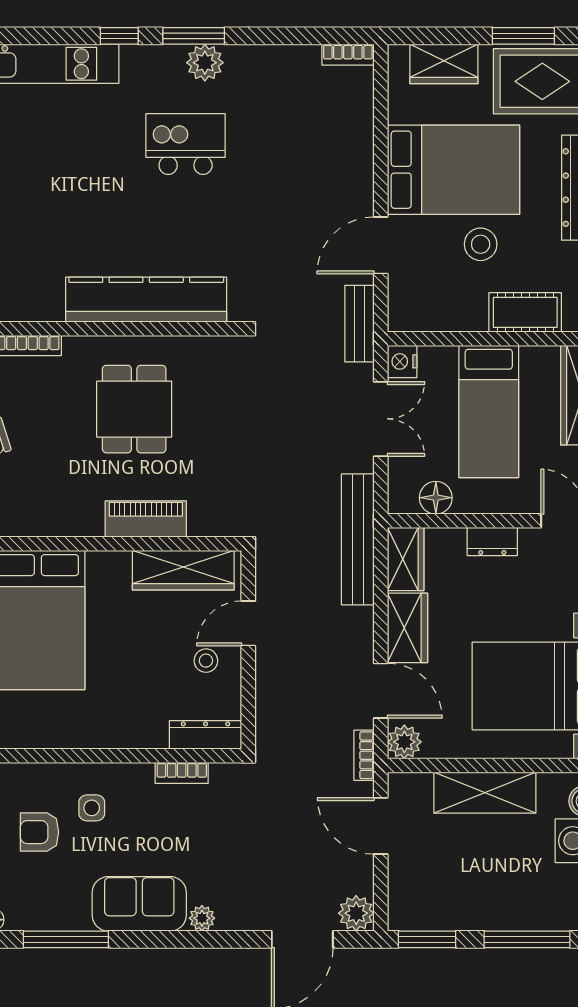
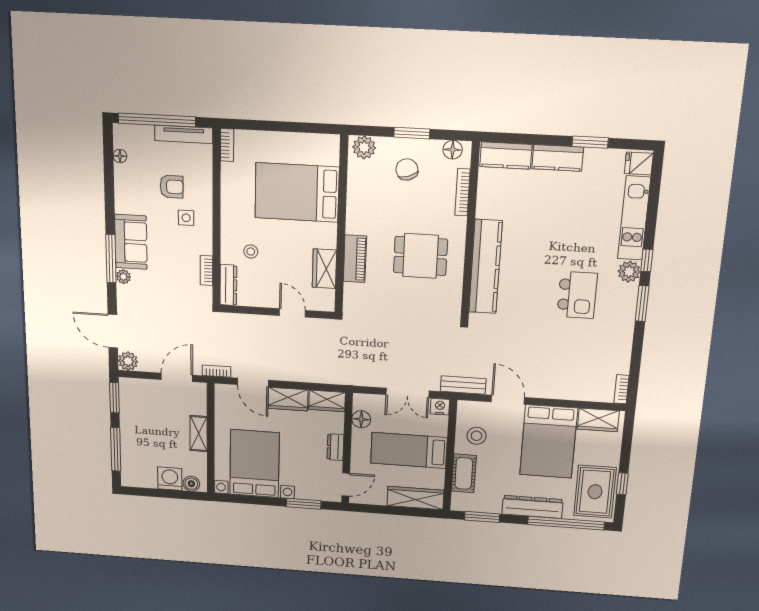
window: (523, 36) -> (622, 484), width x0.67
plant: (205, 63) -> (629, 272), moved
wardrobe: (444, 64) -> (598, 420), moved, turned -90
stool: (481, 244) -> (476, 436), moved
bench: (358, 539) -> (339, 376), removed
wardrobe: (183, 570) -> (324, 269), width x0.67
stool: (206, 661) -> (251, 251), moved
door: (381, 691) -> (253, 383), hinge flipped
plant: (404, 742) -> (224, 393), removed
shelving: (485, 793) -> (199, 434), width x0.67, depth x0.75
armchair: (40, 832) -> (172, 187), turned 90
window: (66, 939) -> (111, 259), moved

